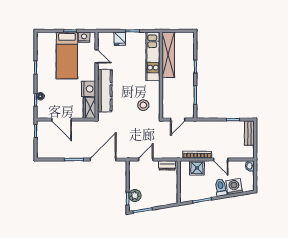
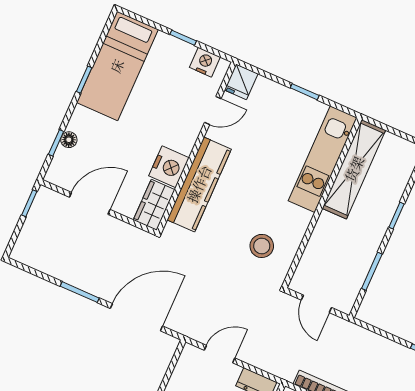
fridge: (120, 39) -> (241, 82), moved
bed: (67, 55) -> (117, 66), moved
door: (97, 56) -> (213, 110), hinge flipped
door: (62, 120) -> (90, 203), swing flipped
door: (178, 120) -> (316, 304), hinge flipped

